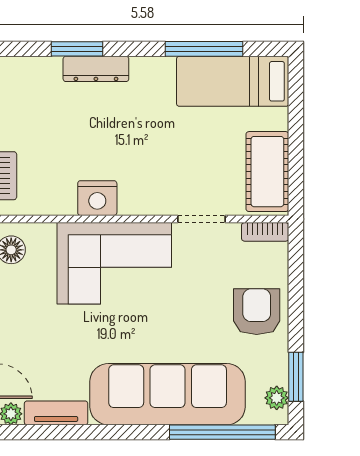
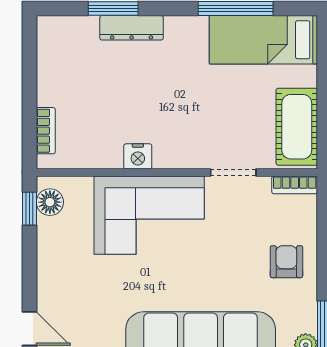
nightstand: (97, 198) -> (138, 156), width x0.74, depth x0.75
armchair: (257, 312) -> (286, 262), width x0.72, depth x0.72

